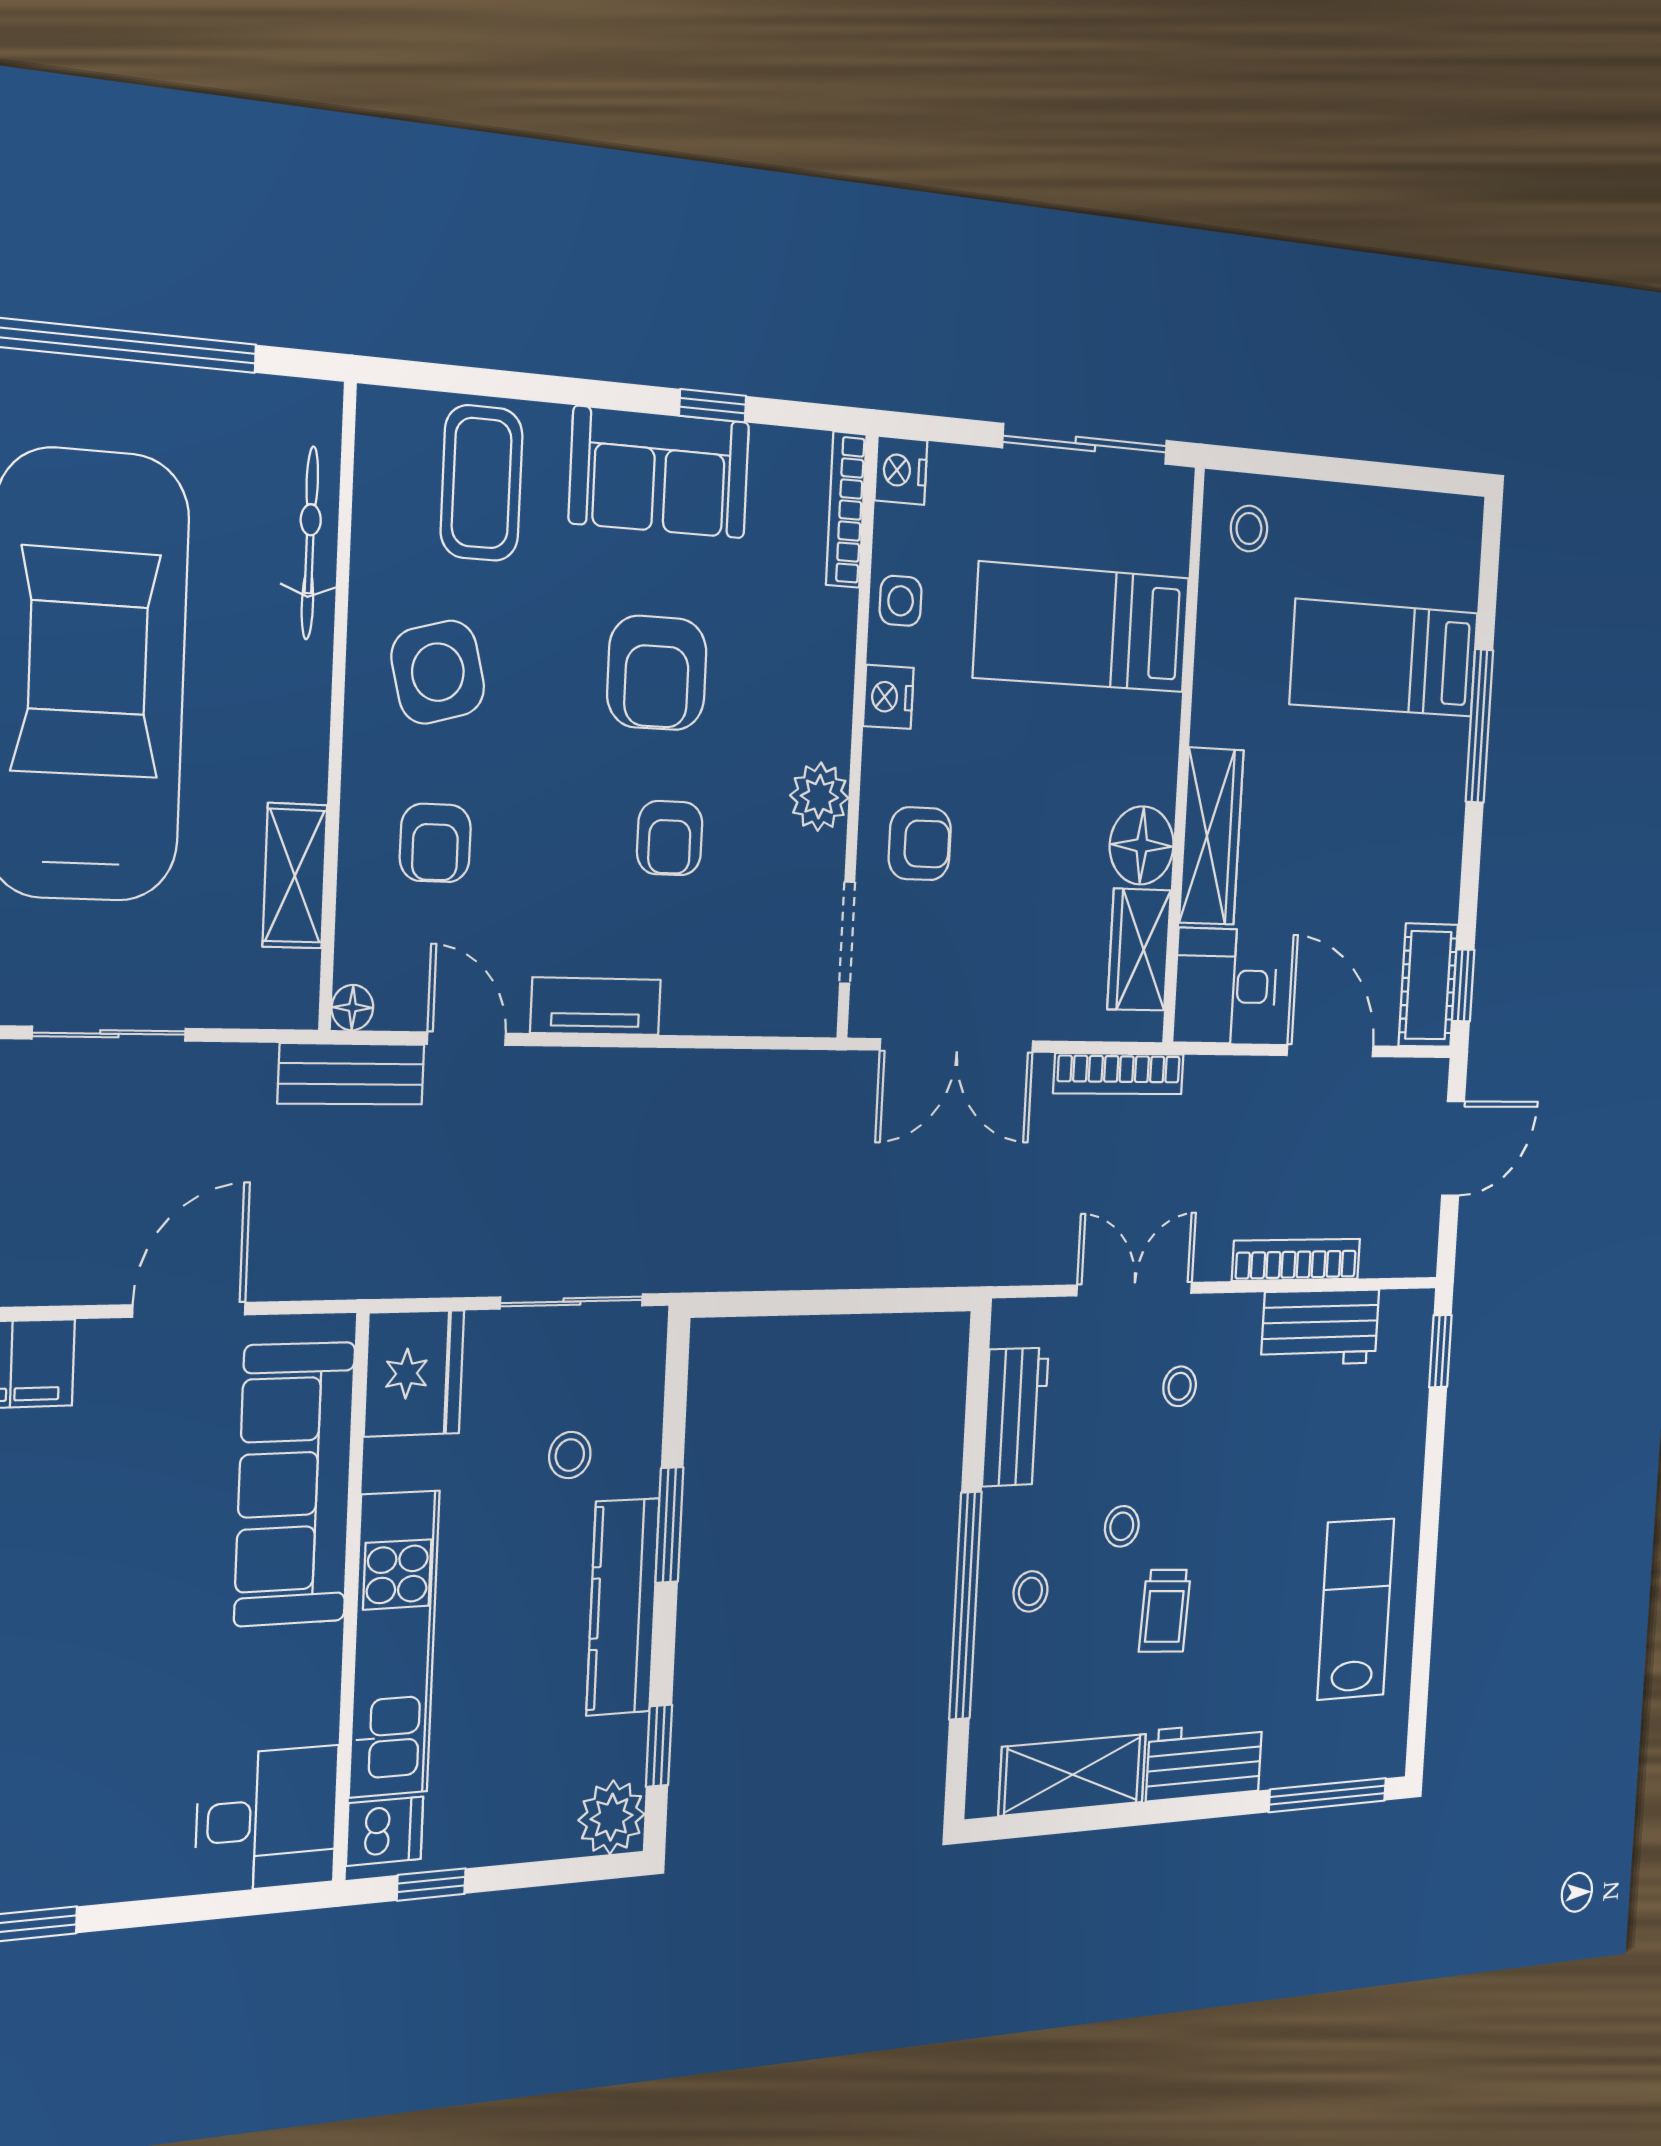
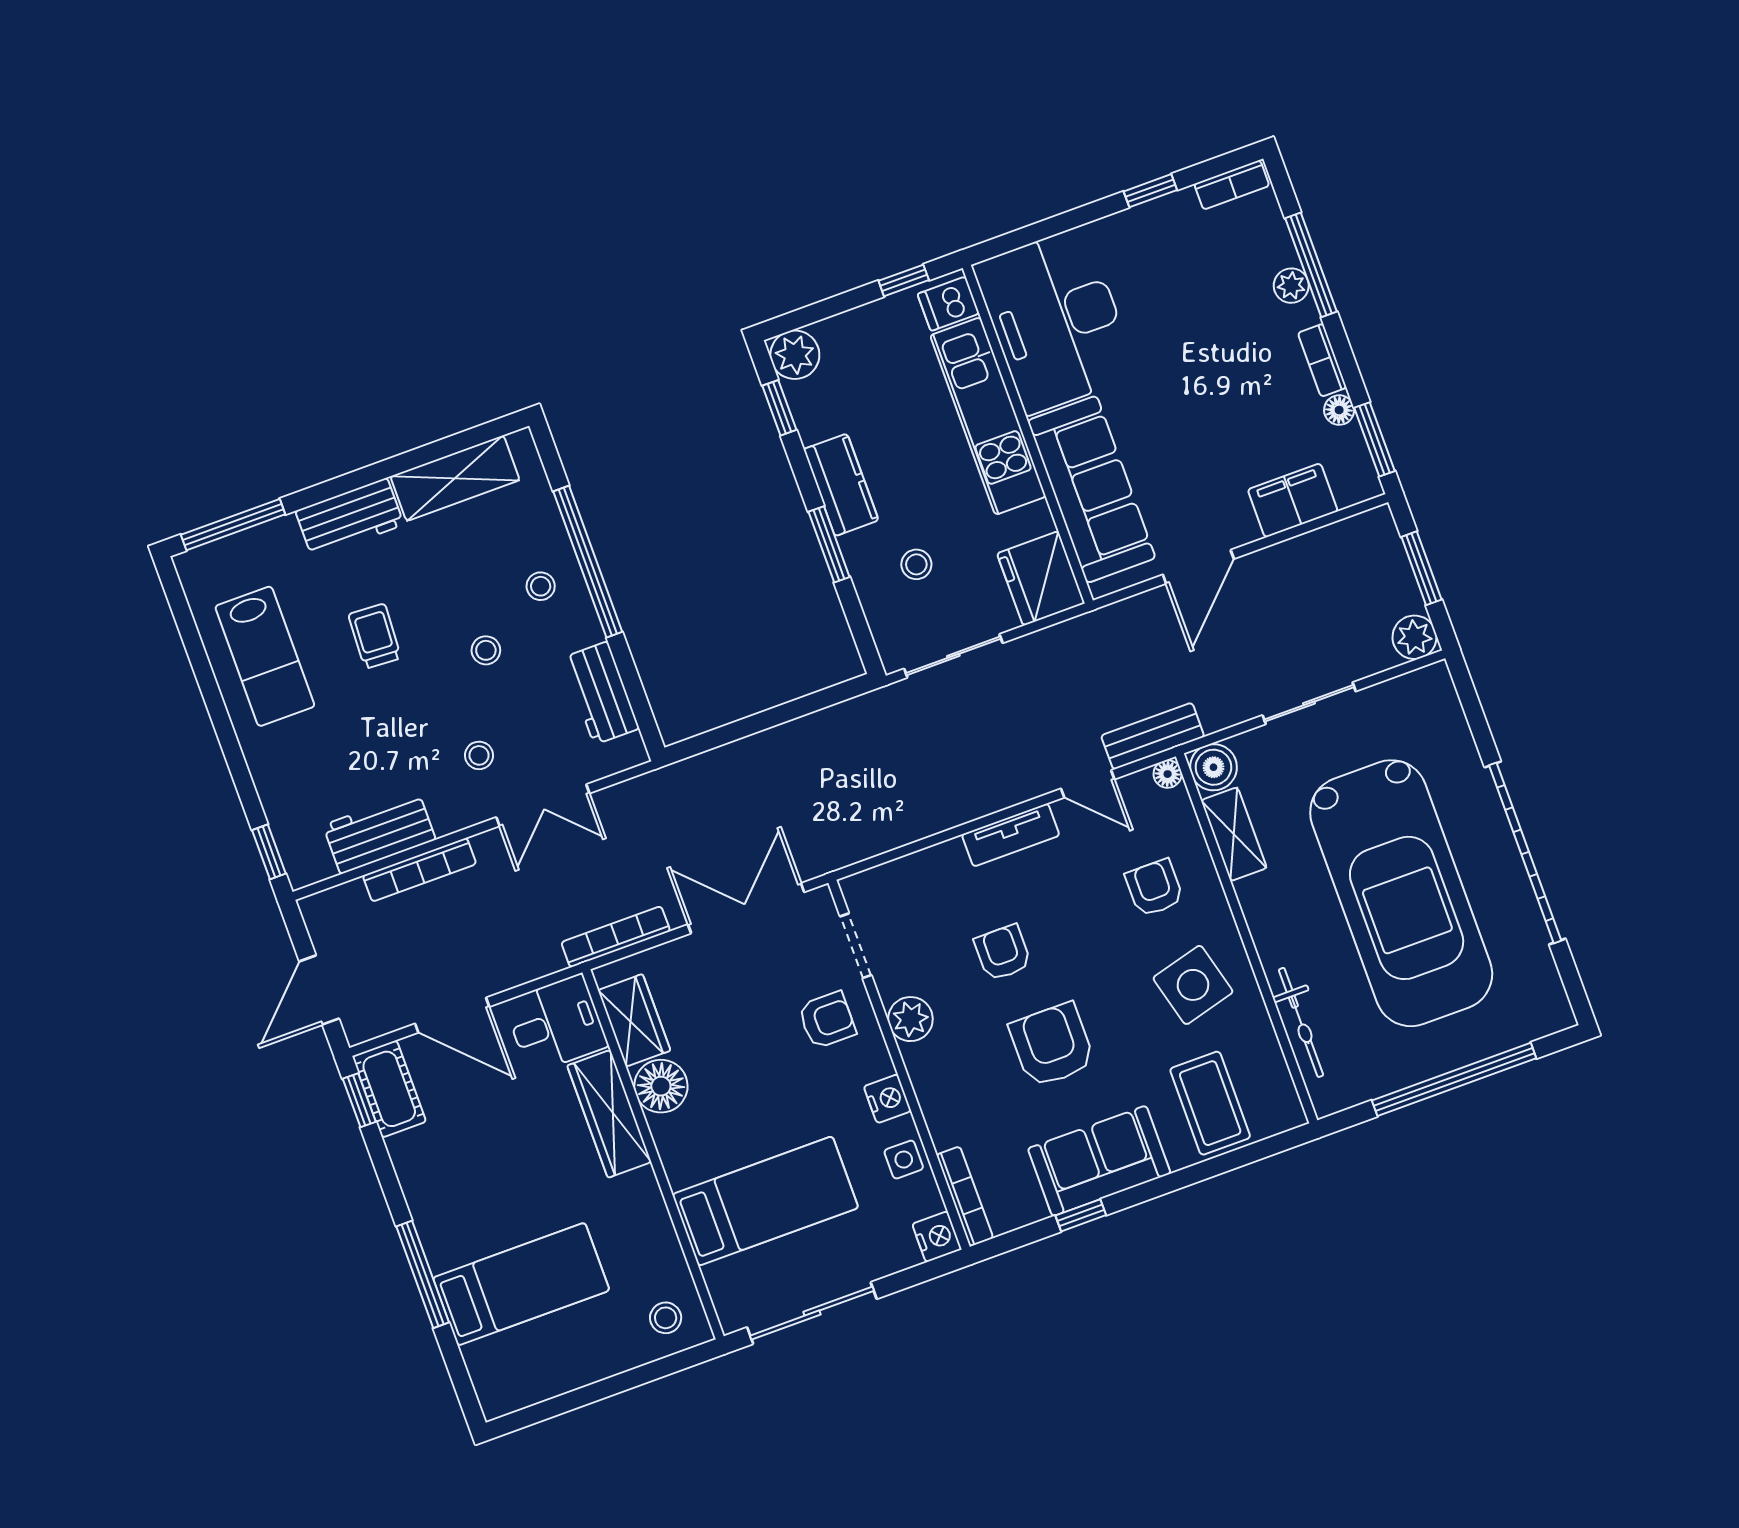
armchair: (920, 844) -> (827, 1020), turned 180
boiler: (285, 991) -> (1213, 767), added
kitchen counter: (623, 1607) -> (841, 485), width x0.67
trolley: (1165, 1611) -> (375, 636), moved
desk: (267, 1819) -> (1055, 320), width x1.87, depth x1.30

